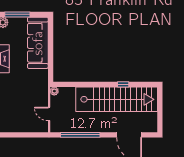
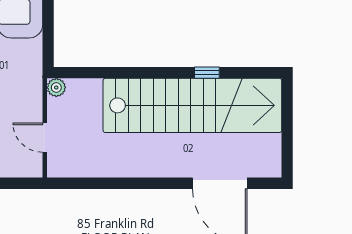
window: (80, 135) -> (113, 183), removed

